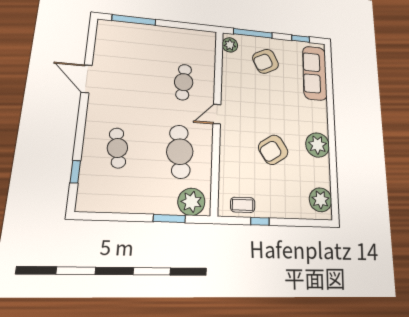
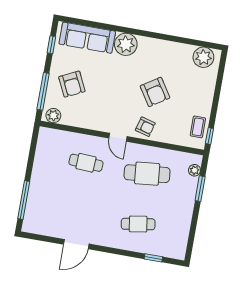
armchair: (233, 143) -> (145, 127), added
plant: (318, 145) -> (126, 44), moved
plant: (191, 202) -> (194, 170), width x0.53, depth x0.53
window: (260, 221) -> (209, 136), moved

